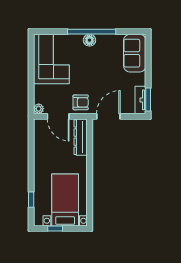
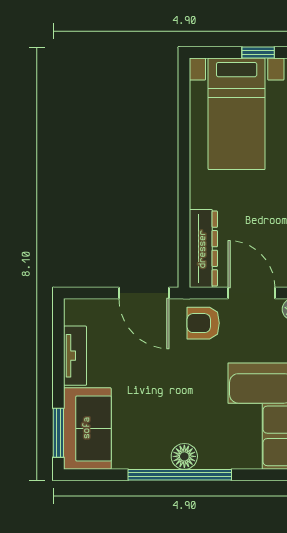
tv unit: (140, 100) -> (75, 356), moved
window: (148, 100) -> (58, 433), moved
door: (108, 116) -> (144, 293), hinge flipped

